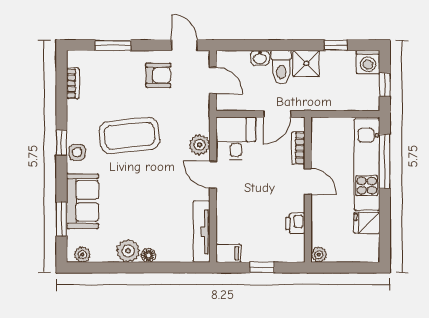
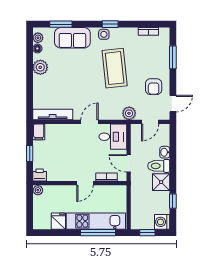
plant: (200, 145) -> (129, 113), moved
printer: (295, 223) -> (40, 175), moved
floor lamp: (148, 255) -> (37, 48), moved

